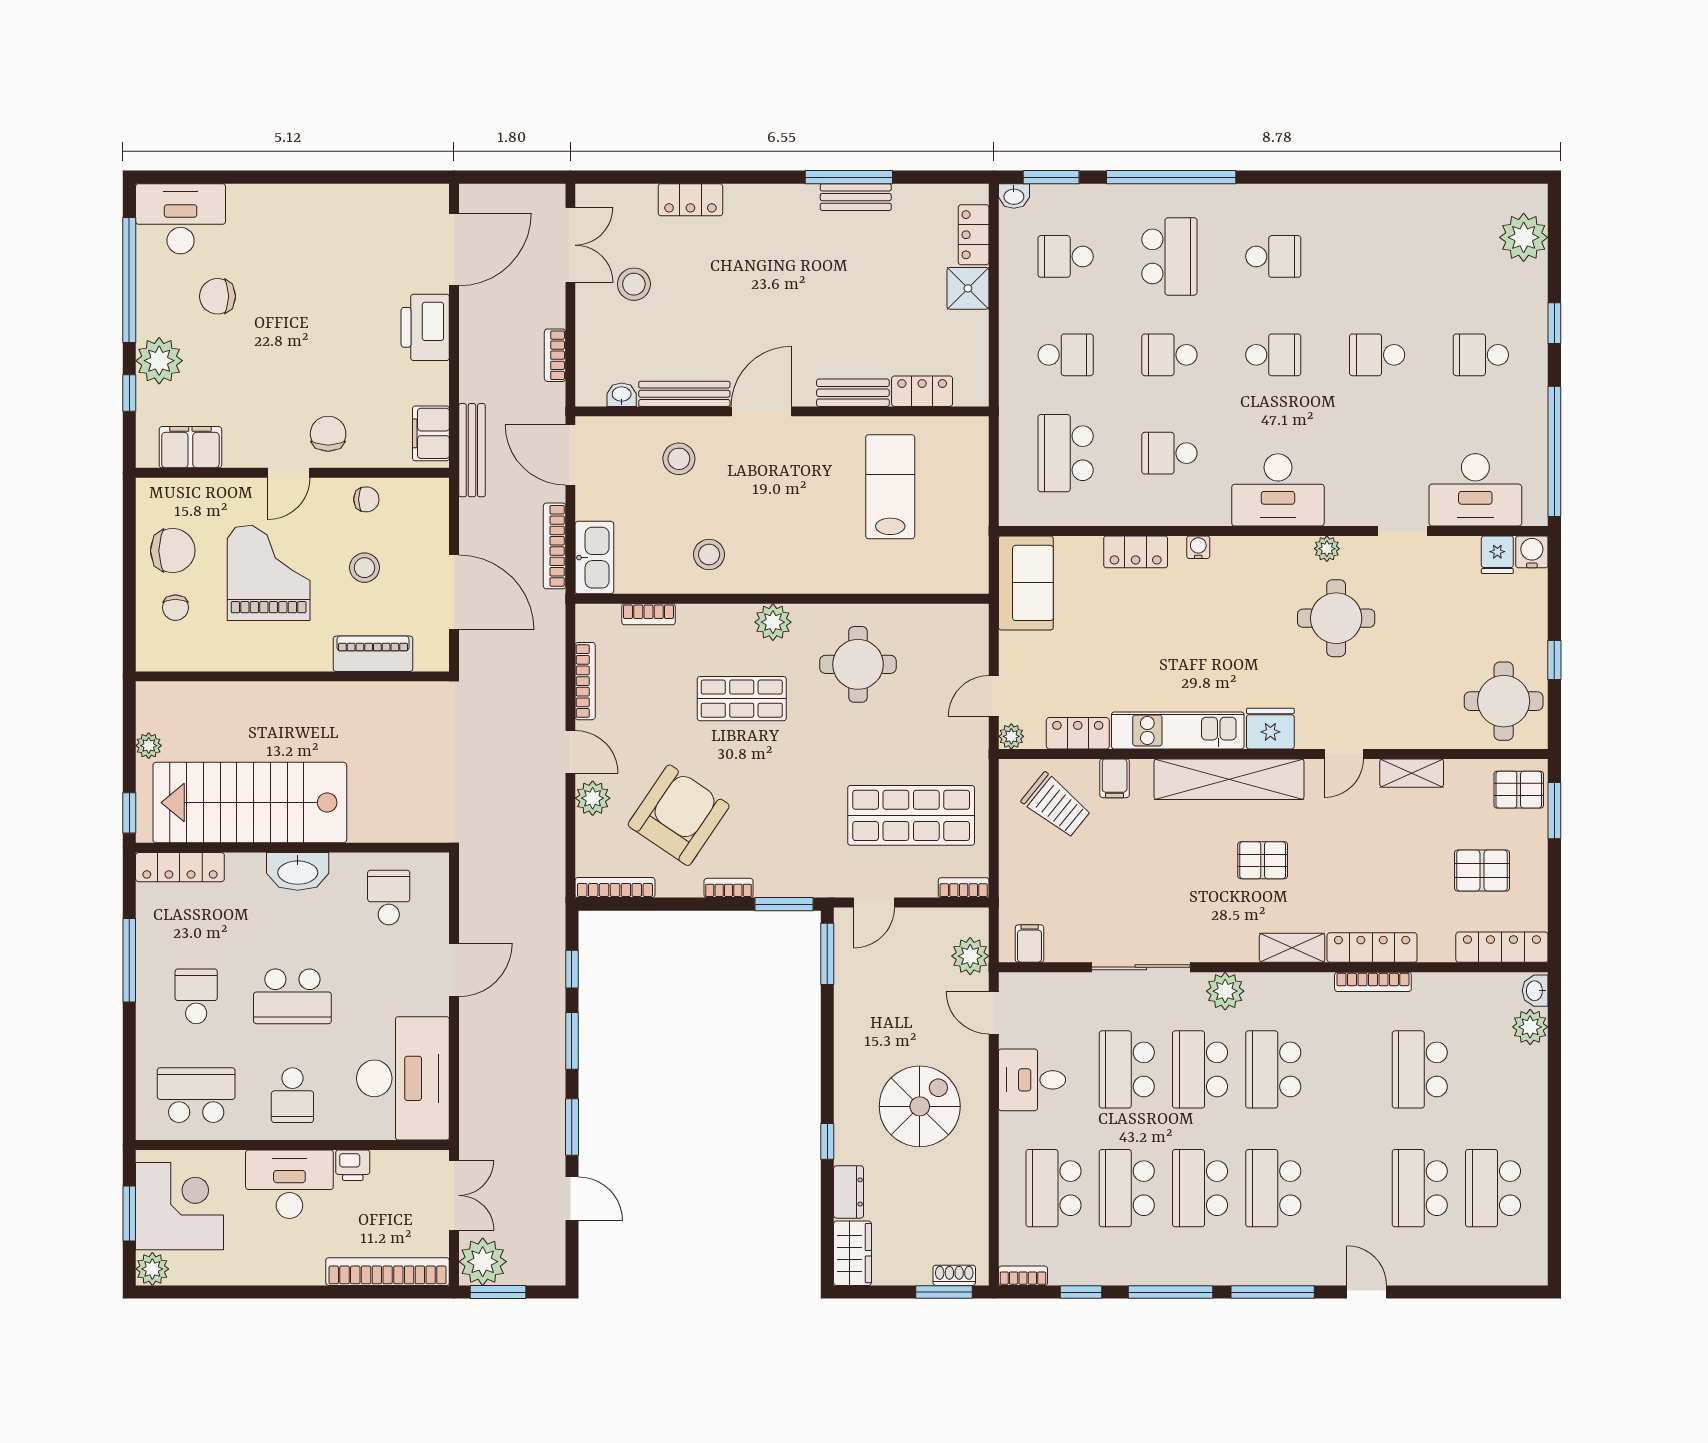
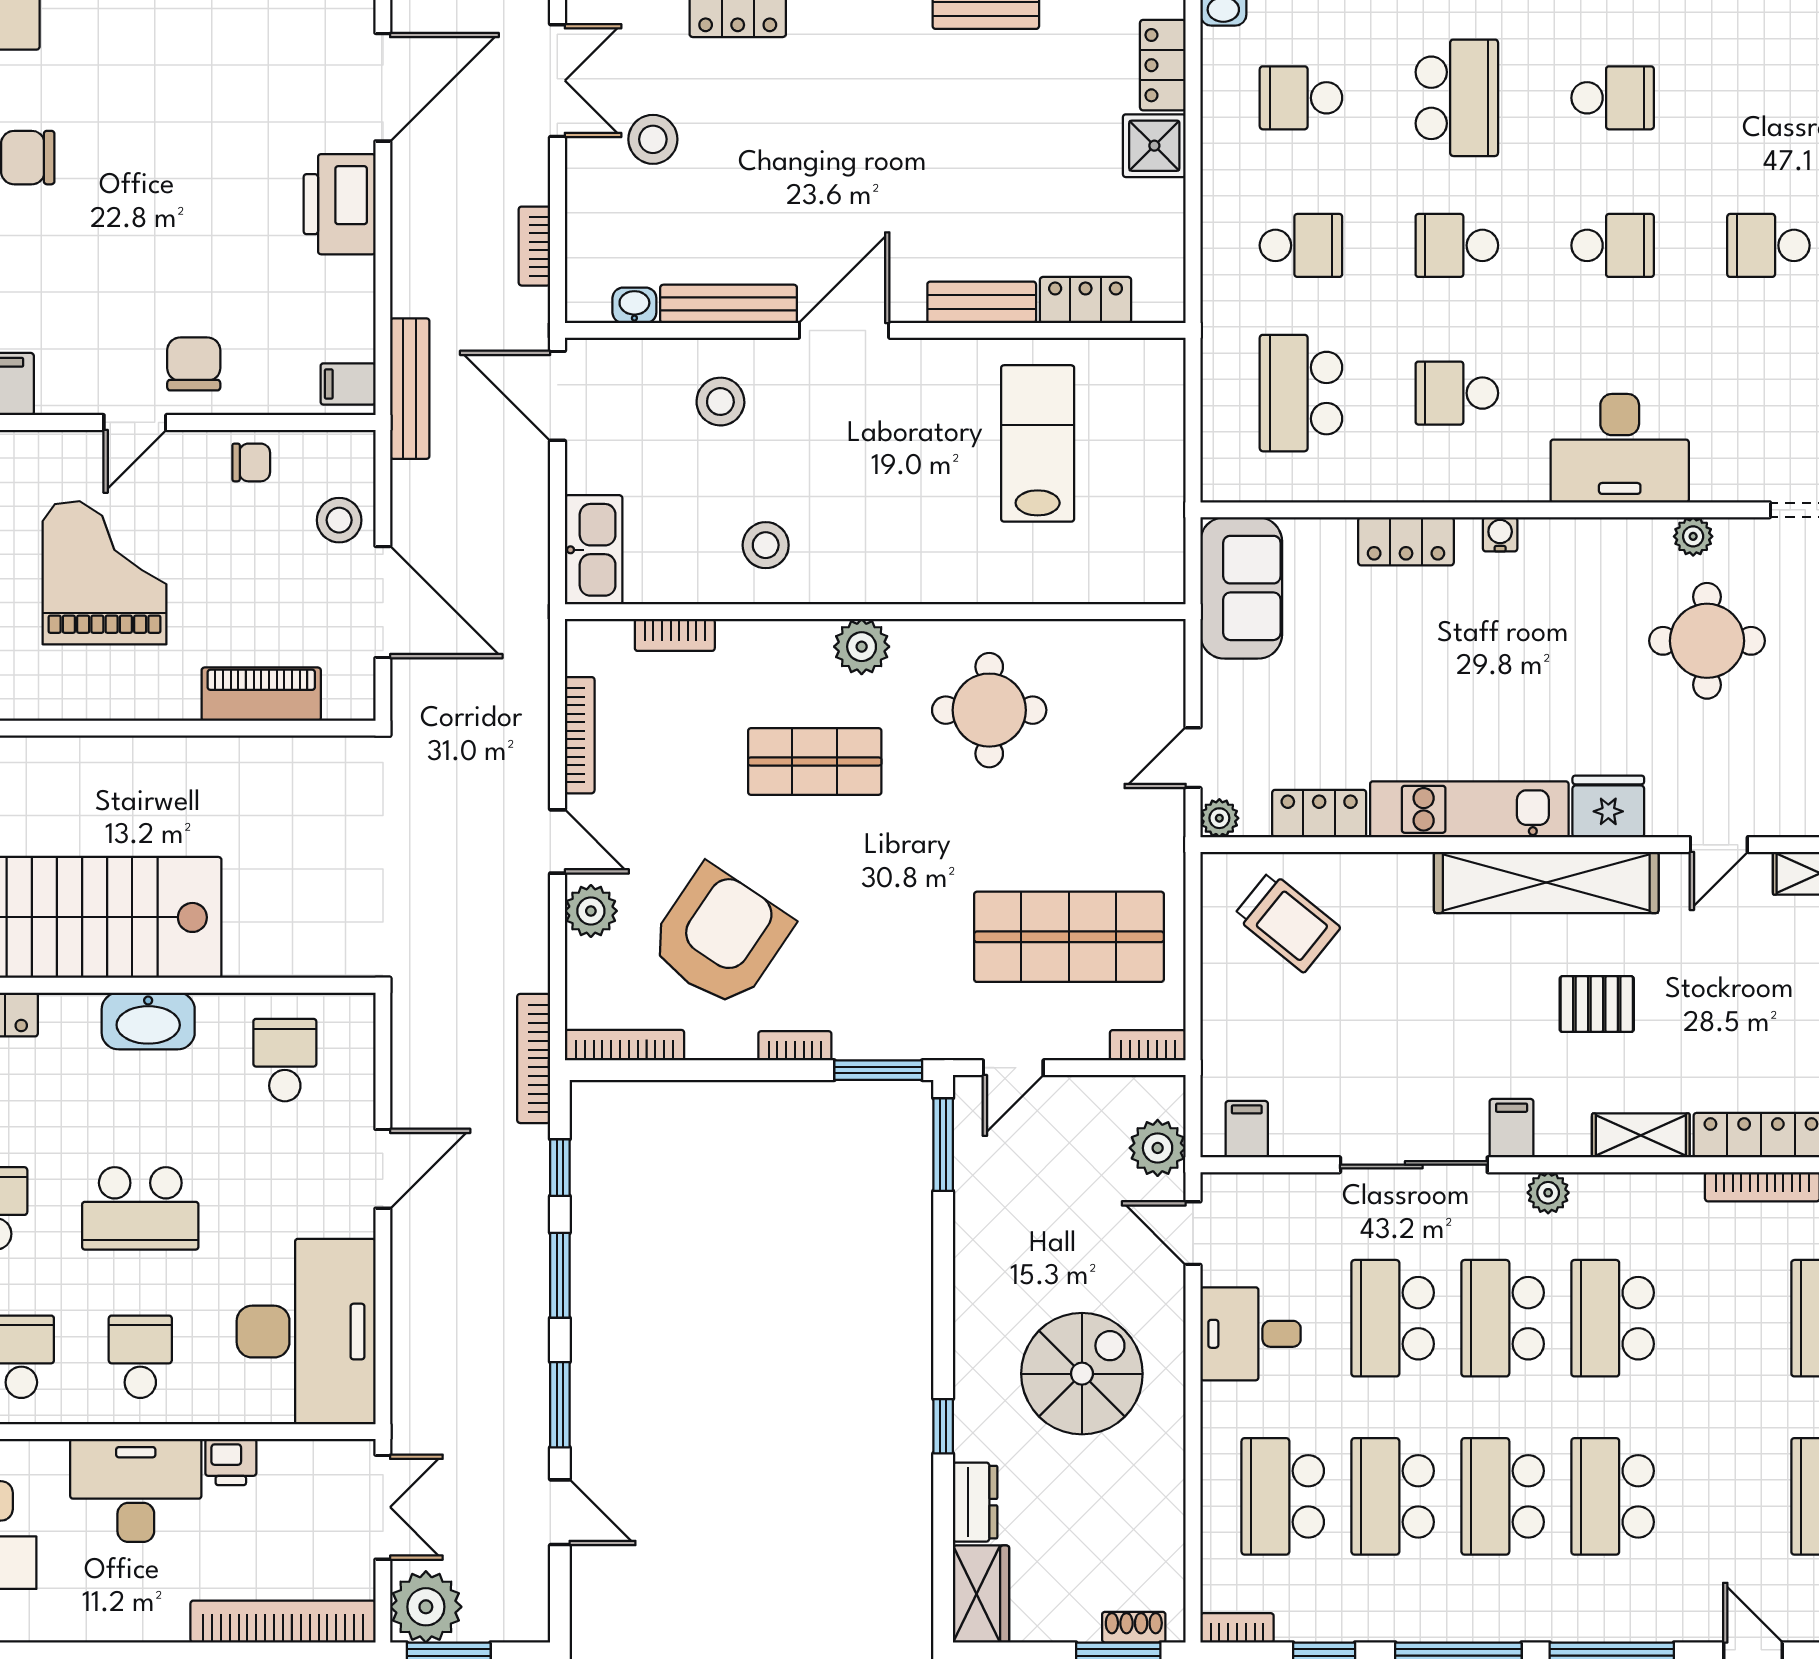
filing cabinet: (431, 433) -> (348, 384), width x0.50
bookcase: (555, 546) -> (534, 1058), moved
stool: (364, 568) -> (339, 520), moved
filing cabinet: (1115, 778) -> (1512, 1128), moved, turned 180
plant: (1225, 991) -> (1548, 1193), width x0.73, depth x0.73
school desk: (292, 1095) -> (140, 1357), turned 180

